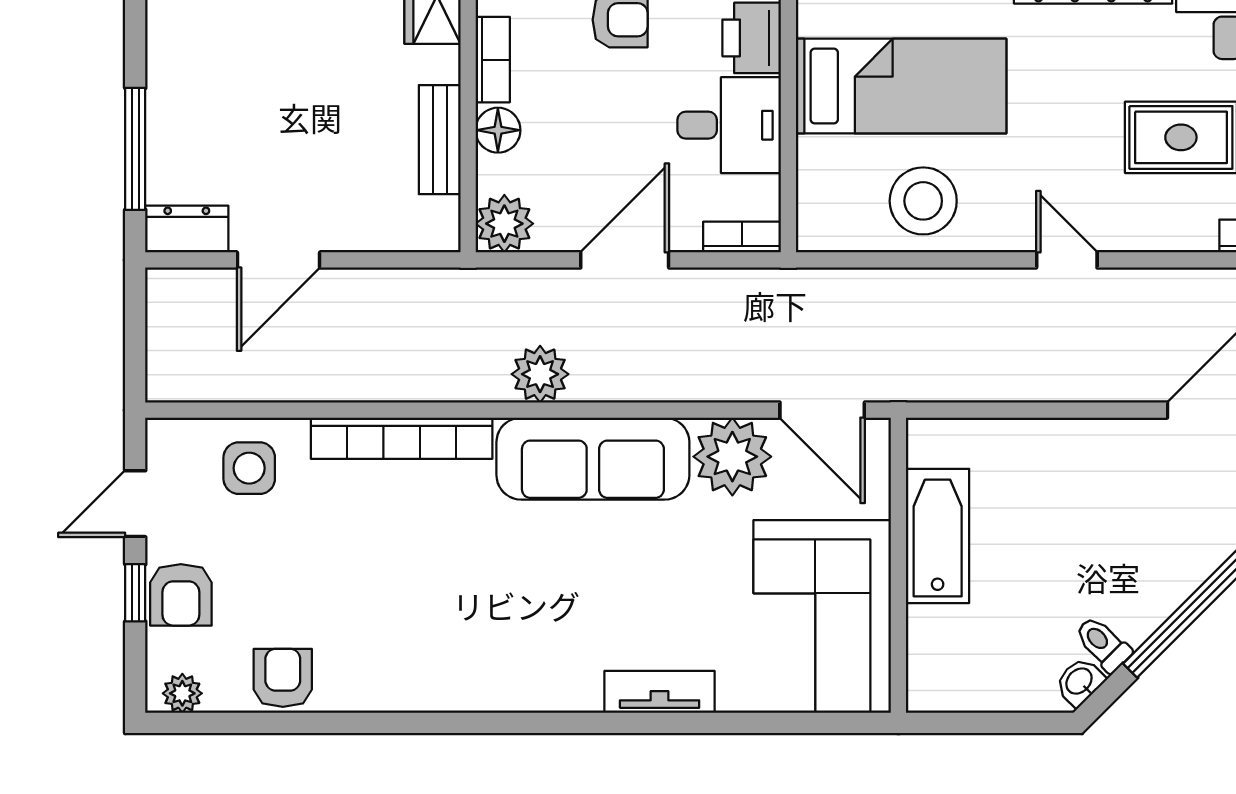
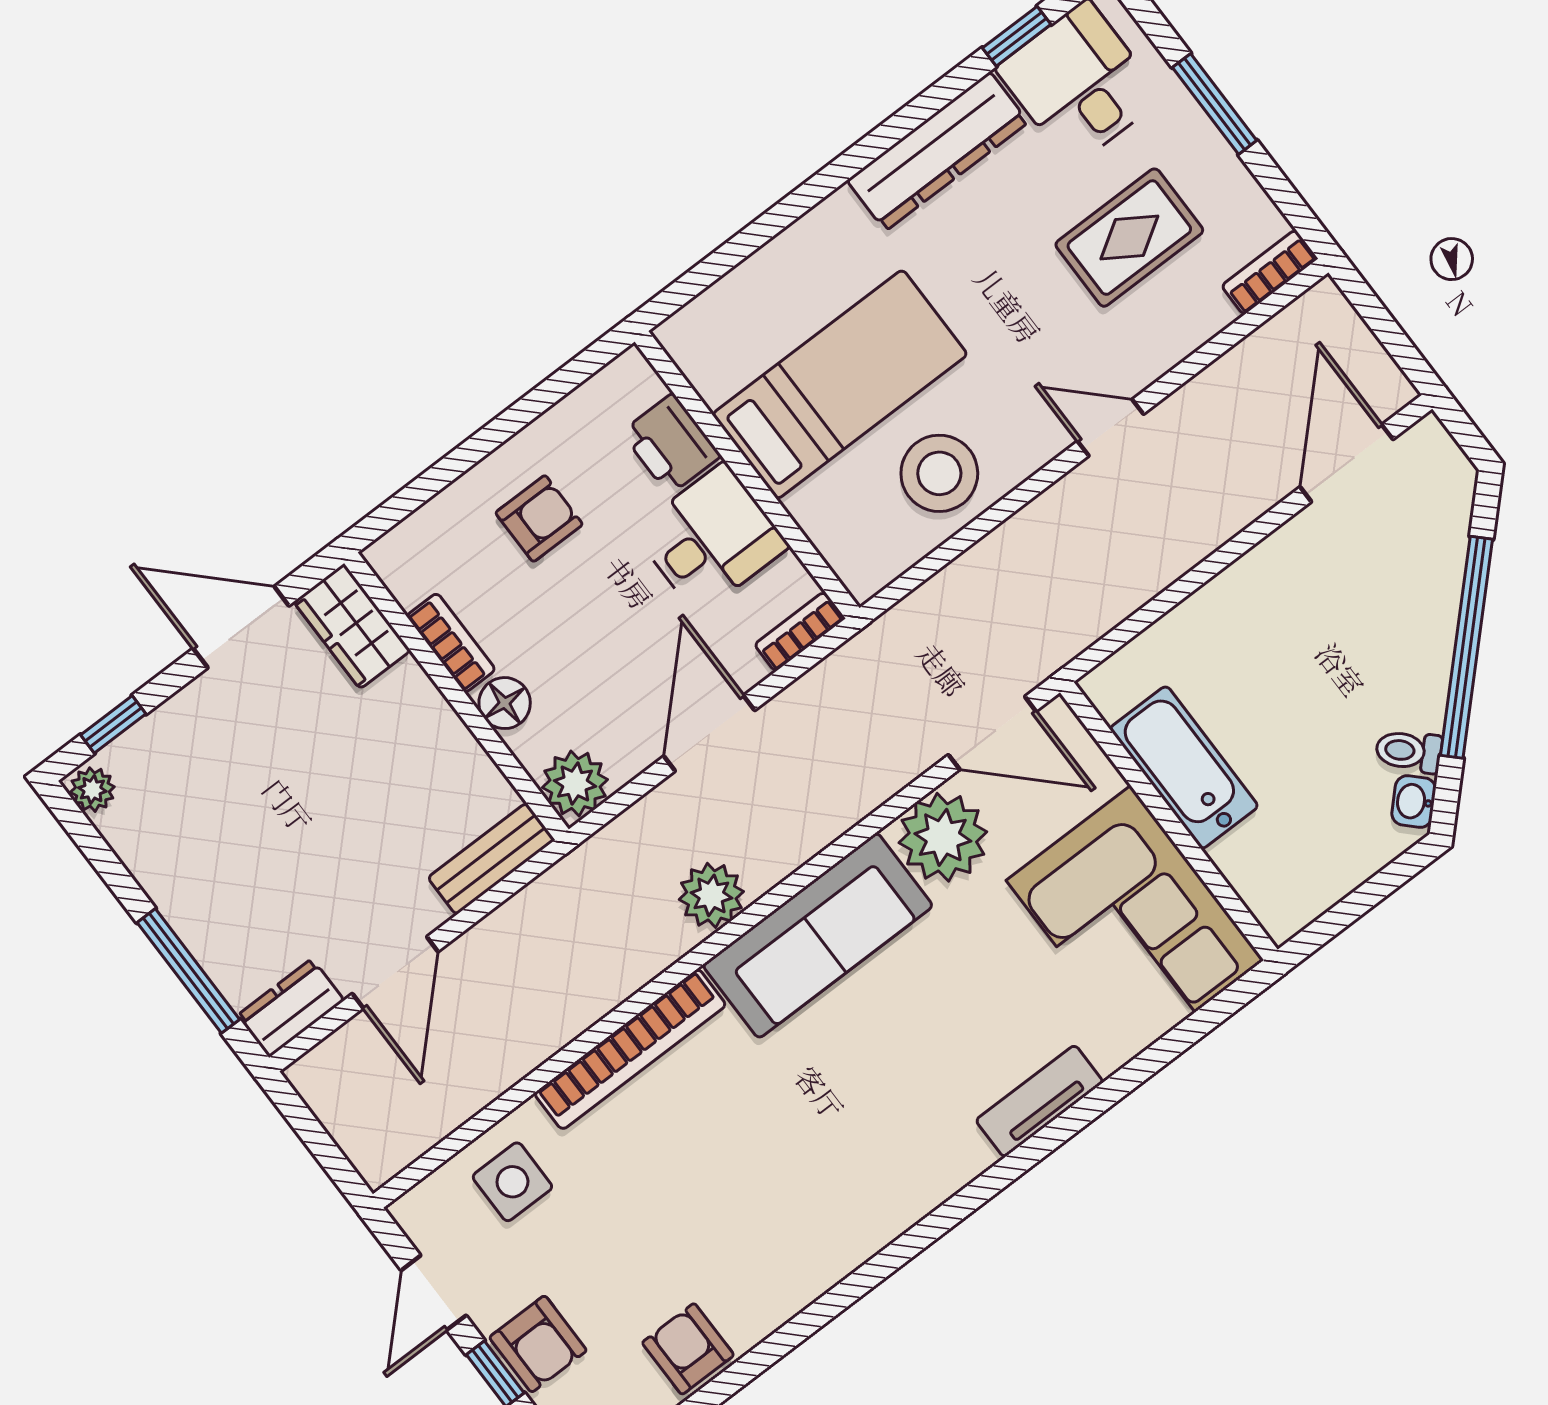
bench: (440, 140) -> (491, 859), moved, turned 90

